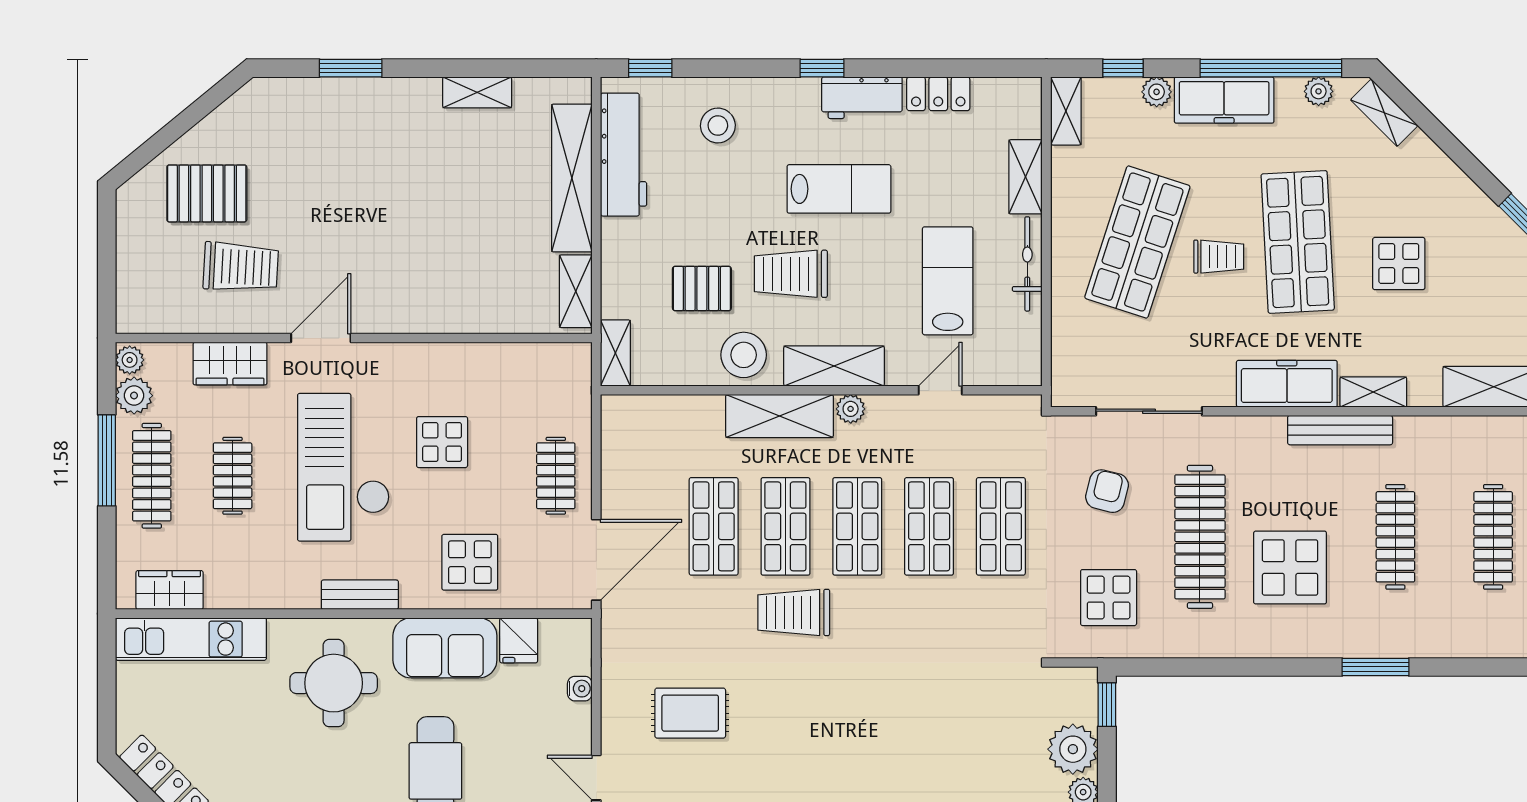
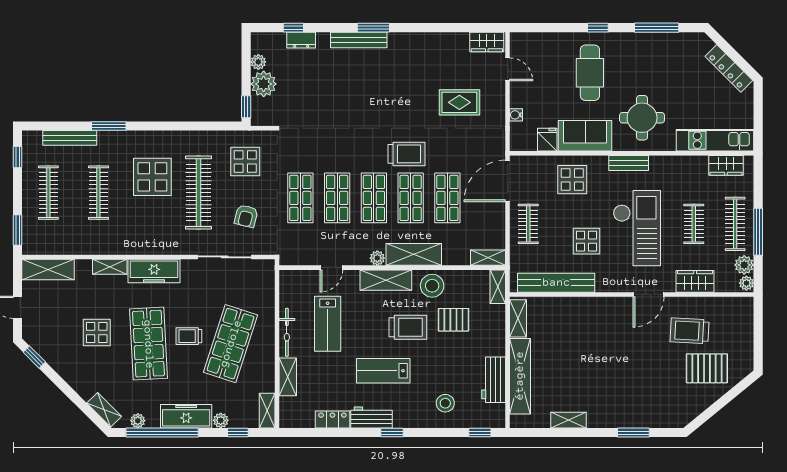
workbench: (624, 155) -> (494, 380), width x0.73
bench: (501, 361) -> (556, 283), added
shelving: (634, 410) -> (488, 258), added
bench: (1340, 430) -> (70, 138), moved

